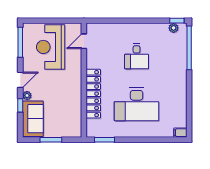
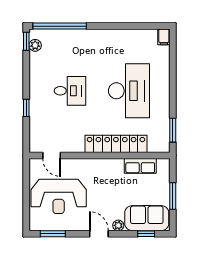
window: (123, 21) -> (26, 108), added
window: (20, 42) -> (53, 234), width x0.69
window: (20, 105) -> (146, 234), moved
row of seats: (75, 113) -> (140, 166), added

